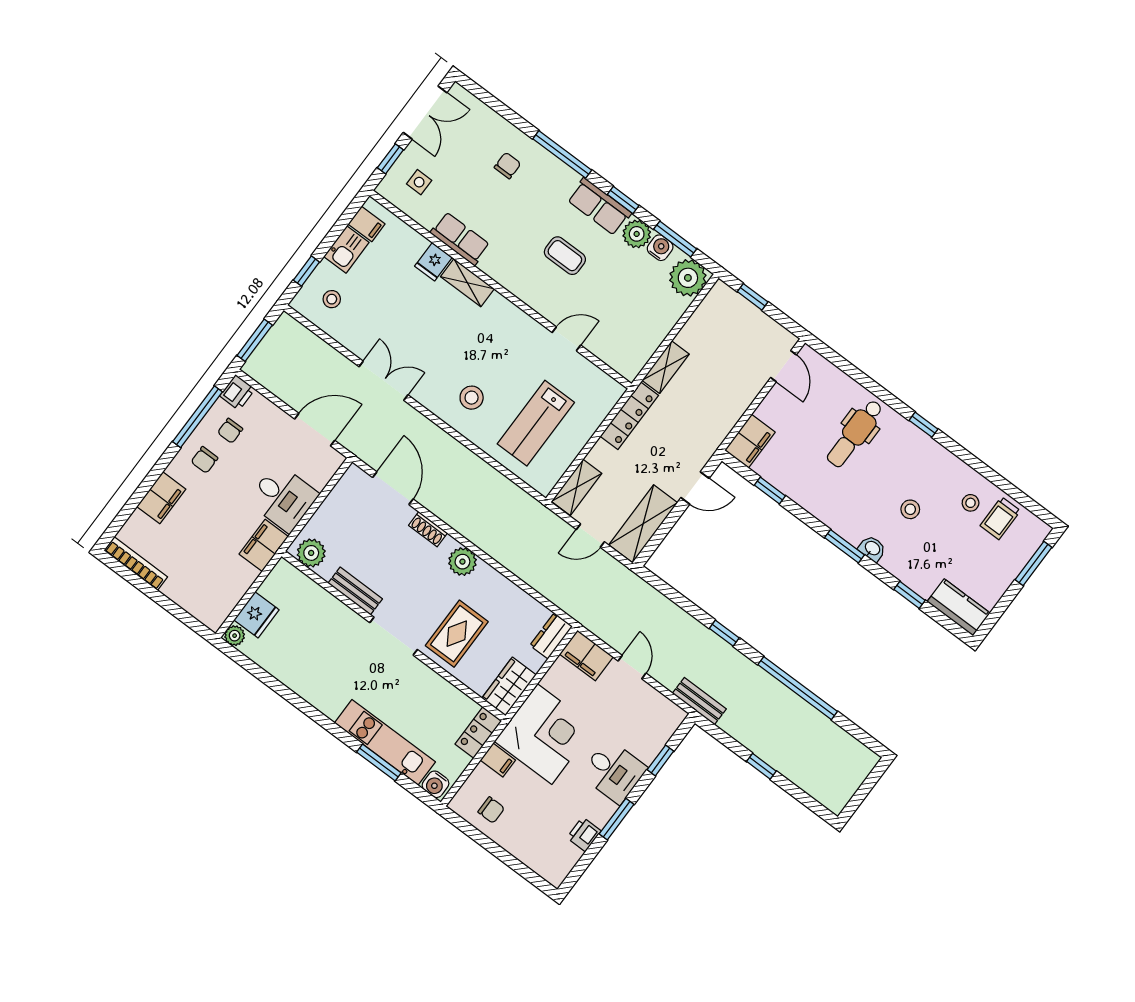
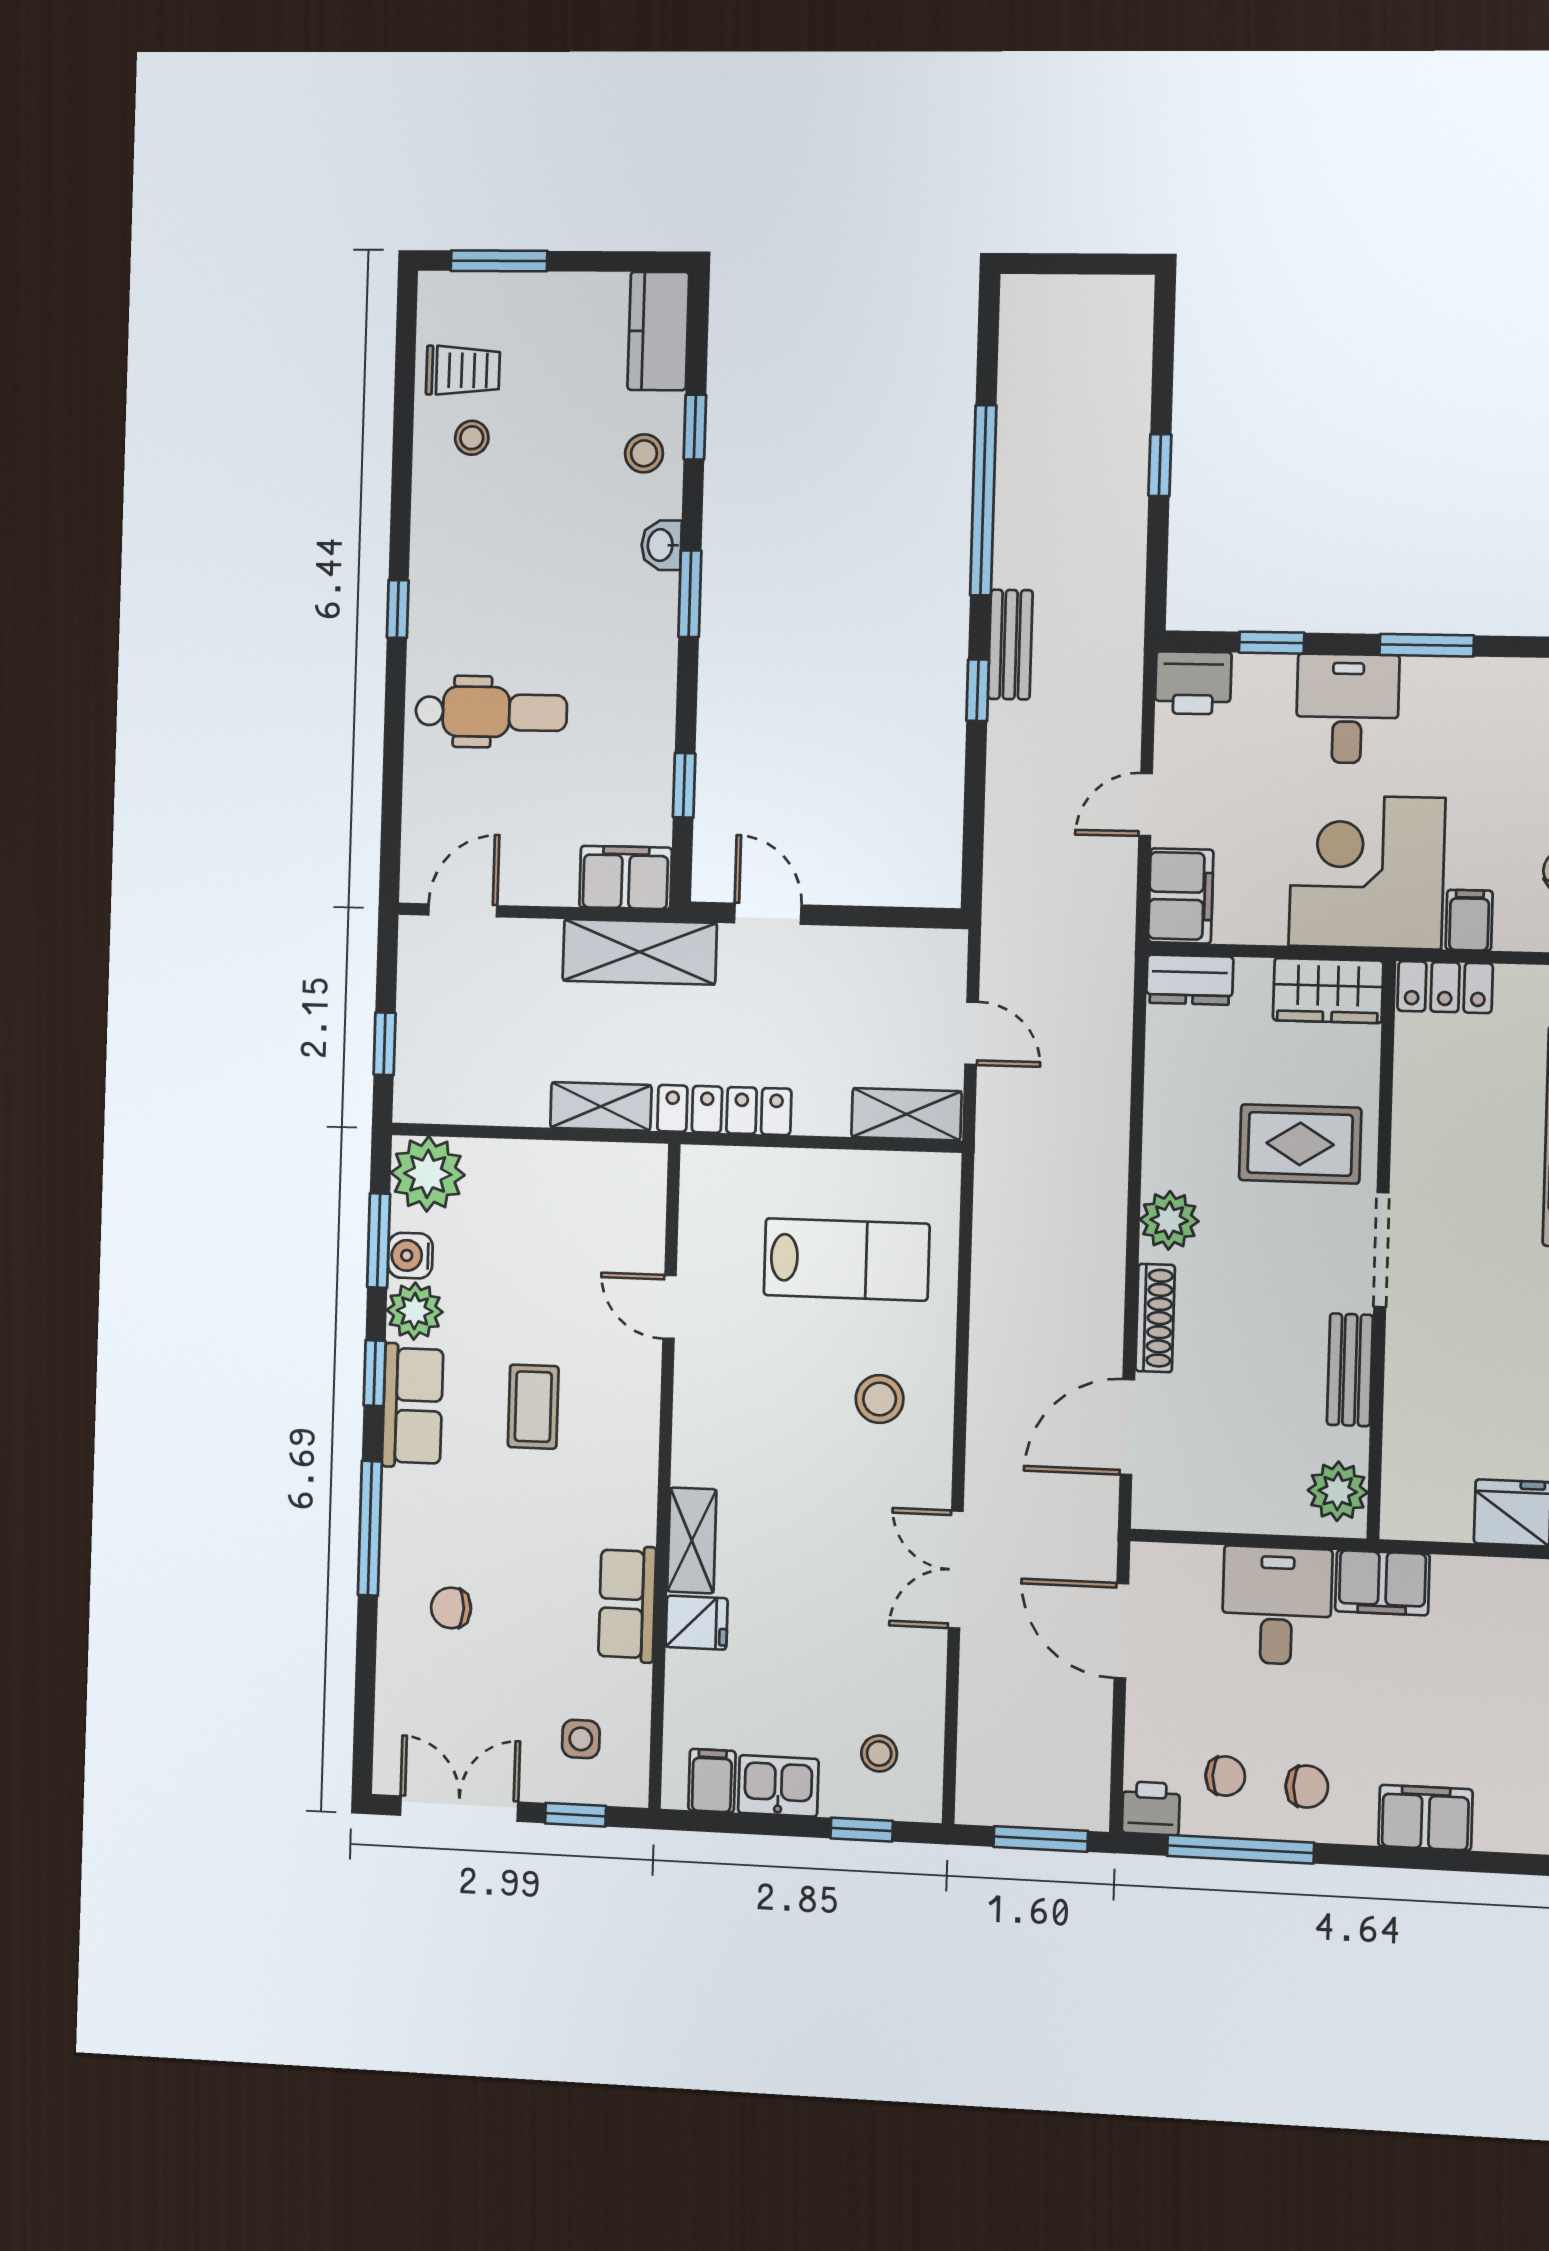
stool: (910, 509) -> (644, 453), moved
shelving: (643, 524) -> (640, 952), moved
shoe rack: (428, 529) -> (1155, 1318), width x1.43
bench: (699, 701) -> (1010, 645), moved
printer: (584, 834) -> (1193, 683), moved, width x1.36, depth x1.24

